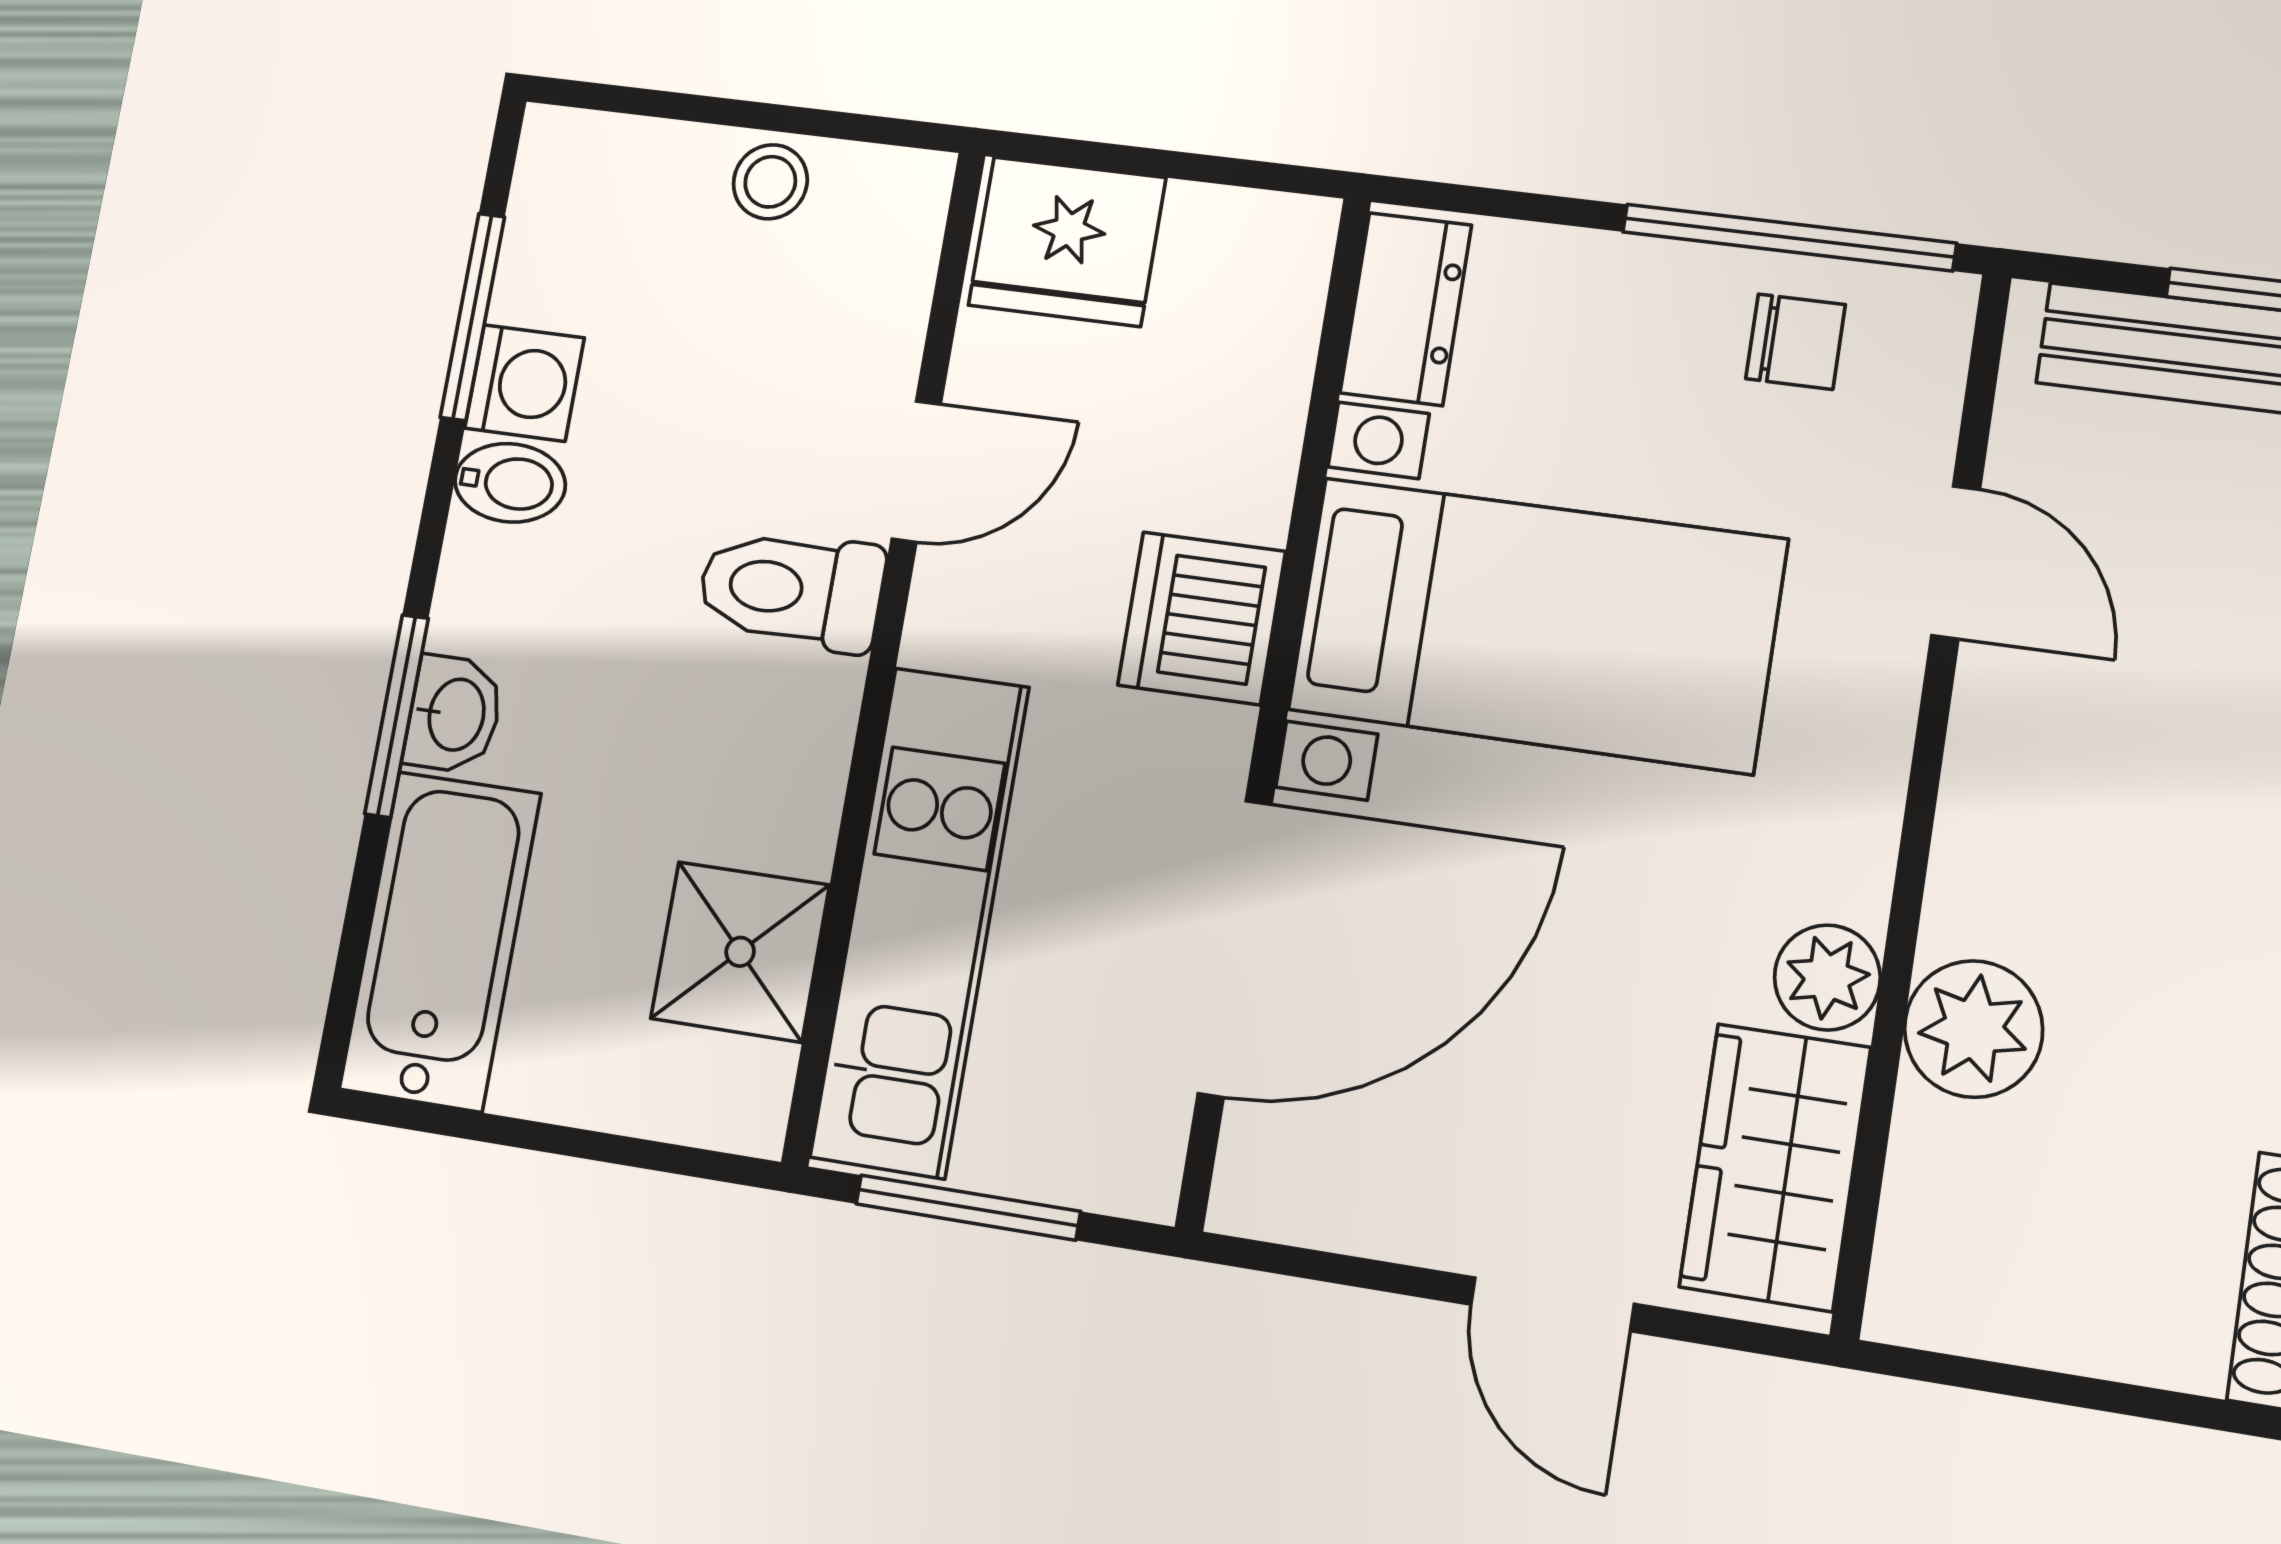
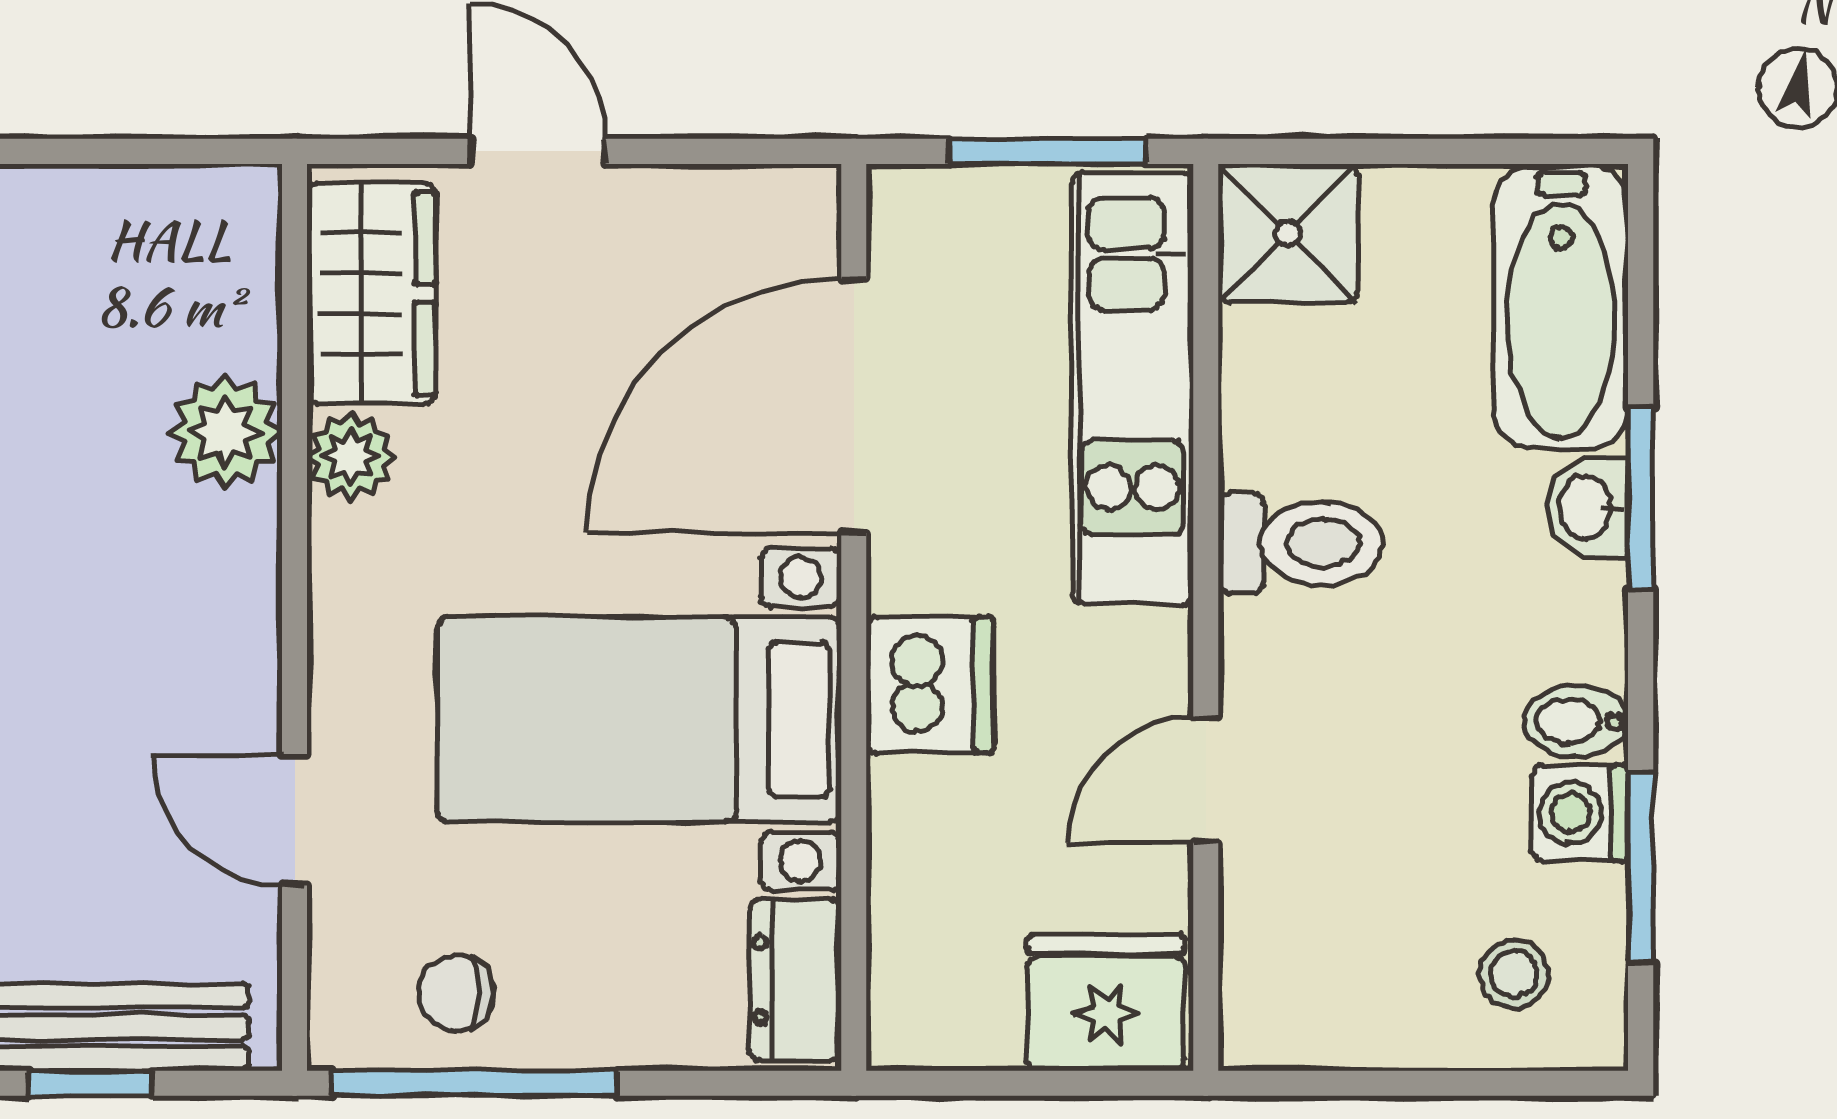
stool: (770, 182) -> (1514, 974), moved
toilet: (791, 590) -> (1300, 543), moved
shower: (740, 952) -> (1288, 233), moved

